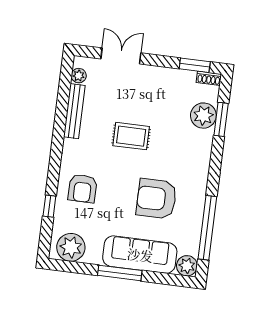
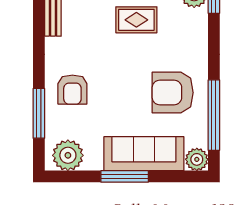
rug: (131, 136) -> (136, 20), moved
armchair: (156, 199) -> (173, 93), moved
window: (49, 206) -> (39, 113), width x2.17

